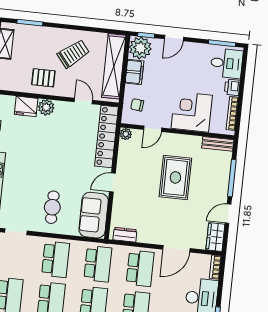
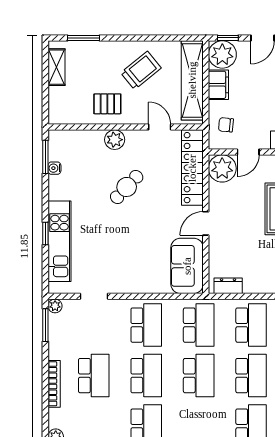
fridge: (26, 106) -> (90, 141), removed
plant: (126, 134) -> (222, 168), width x1.87, depth x1.87
cafe table: (52, 207) -> (127, 187), moved, turned 43

